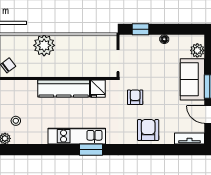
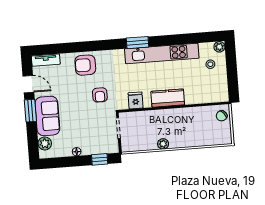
plant: (44, 45) -> (163, 144), moved, width x0.53, depth x0.53
kitchen counter: (64, 88) -> (168, 98), width x0.67
armchair: (148, 130) -> (85, 65), turned 90
kitchen unit: (77, 136) -> (162, 53), width x1.36

